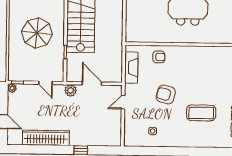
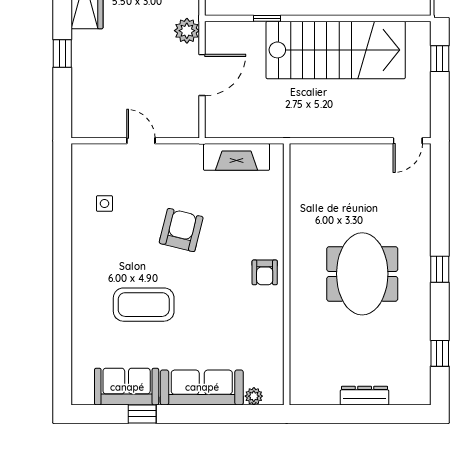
armchair: (159, 57) -> (265, 272), moved
door: (123, 102) -> (141, 141), moved
coffee table: (201, 113) -> (144, 305), turned 90

